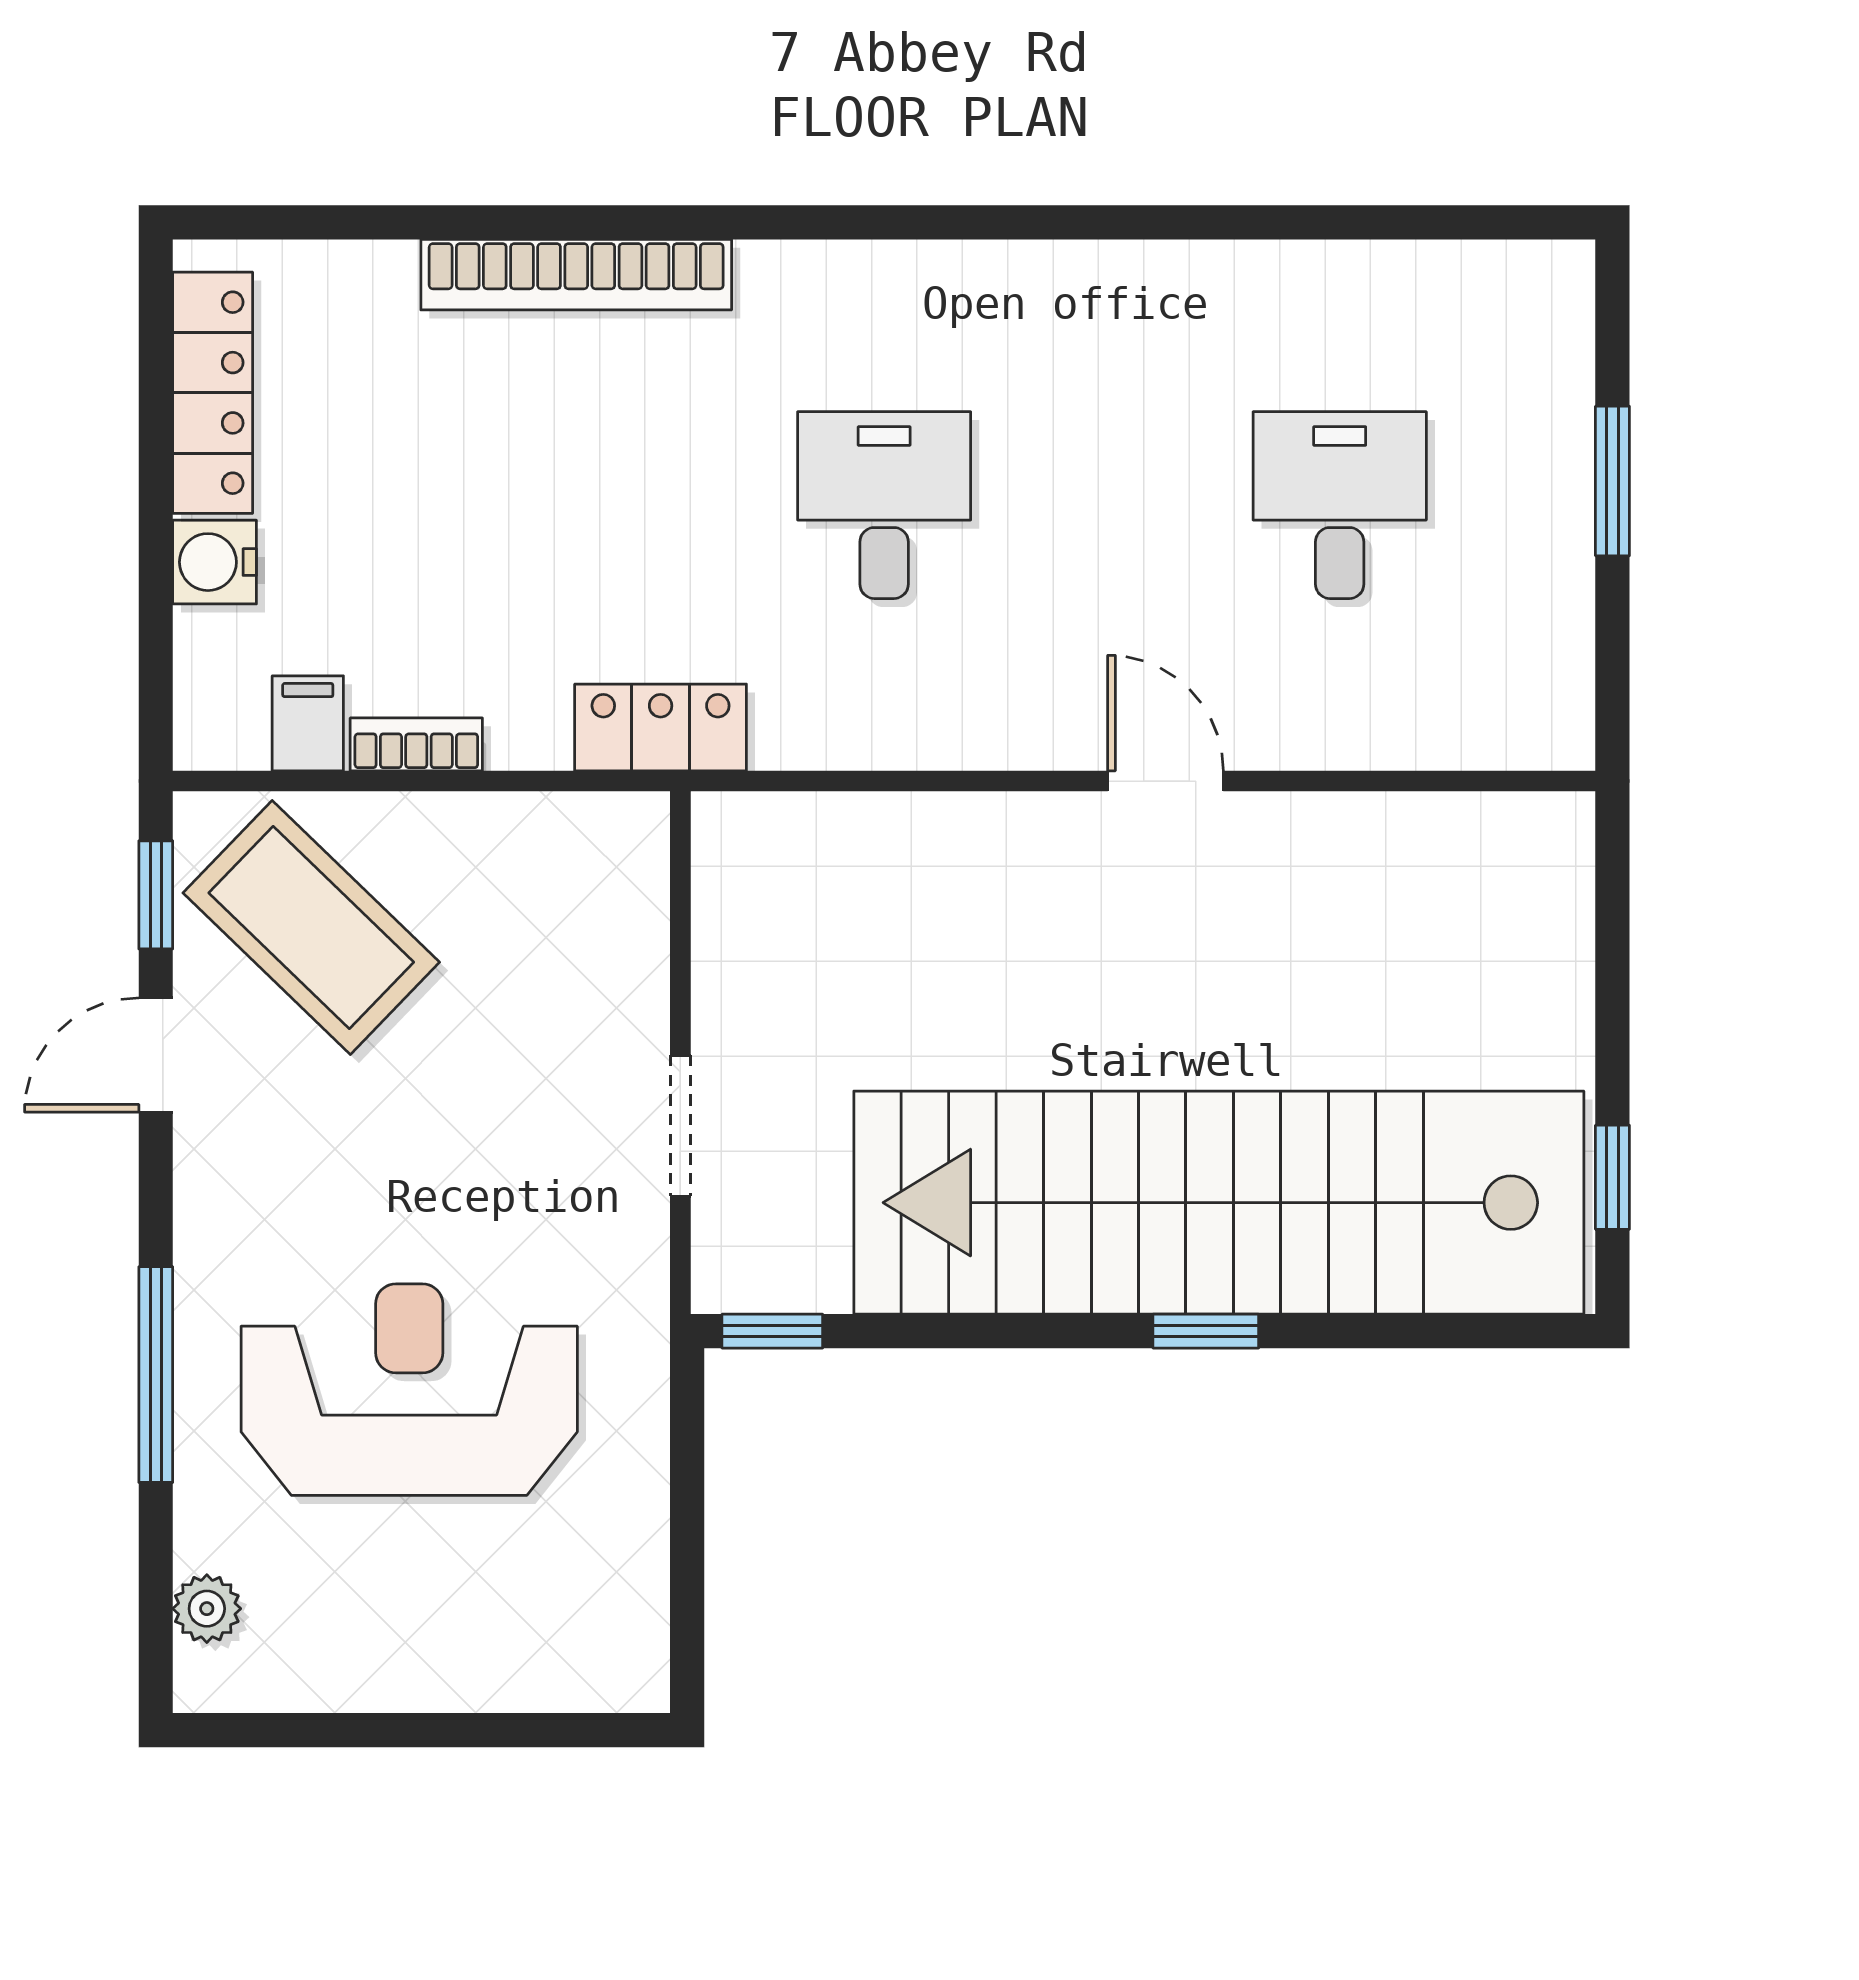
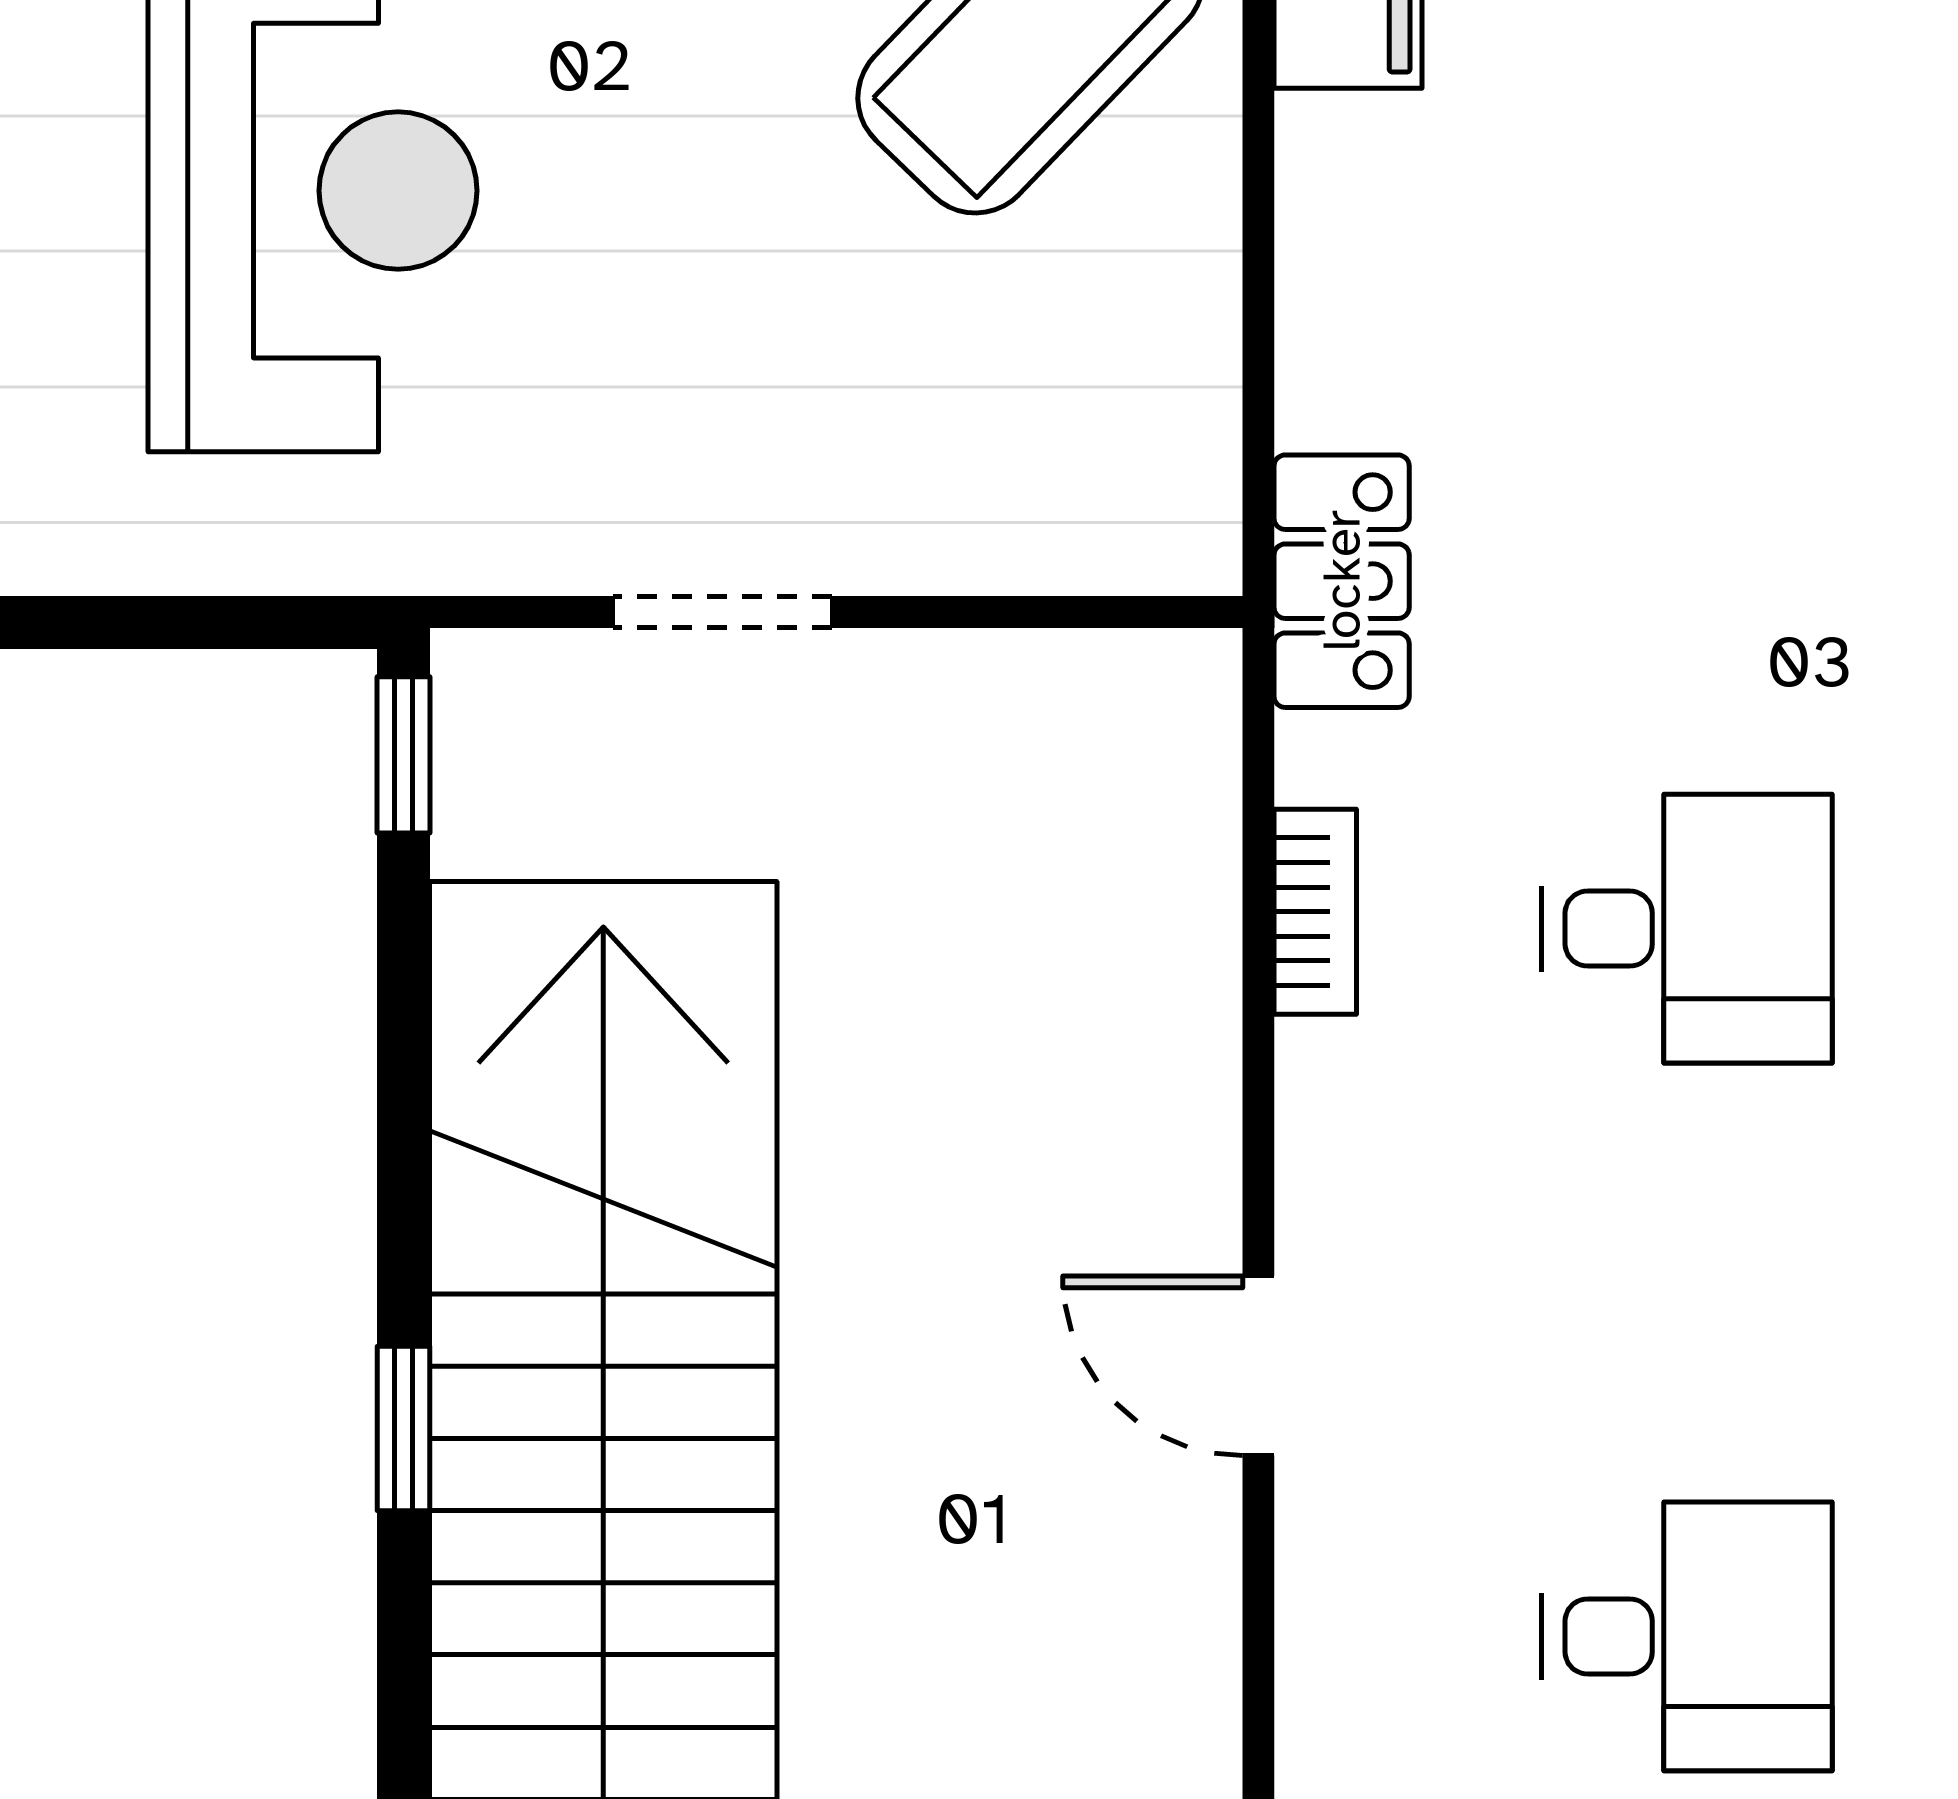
bookcase: (416, 744) -> (1315, 912), moved
door: (1165, 781) -> (1258, 1366), swing flipped

